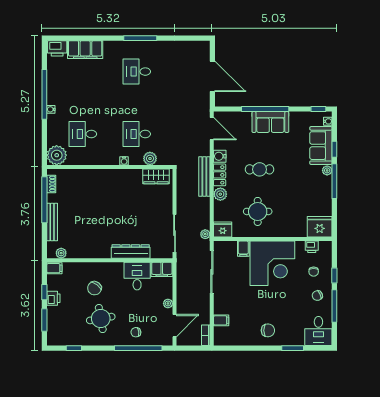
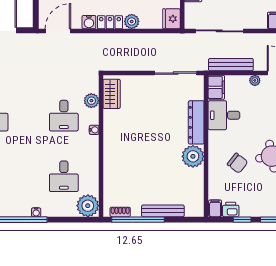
bench: (204, 176) -> (231, 65), moved
plant: (205, 234) -> (177, 38), removed
plant: (61, 253) -> (193, 156), moved, width x1.88, depth x1.88
printer: (53, 298) -> (231, 209), moved

